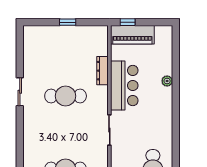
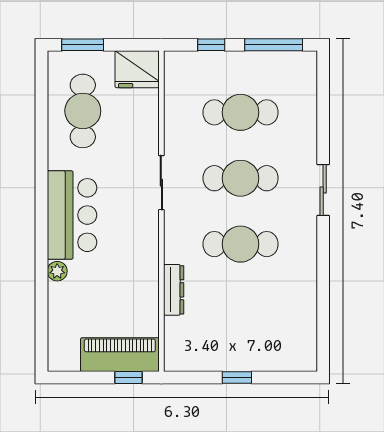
bar counter: (124, 86) -> (72, 215), moved, turned 180
sliding door: (20, 92) -> (323, 190), moved
cafe table: (66, 132) -> (241, 178), added

